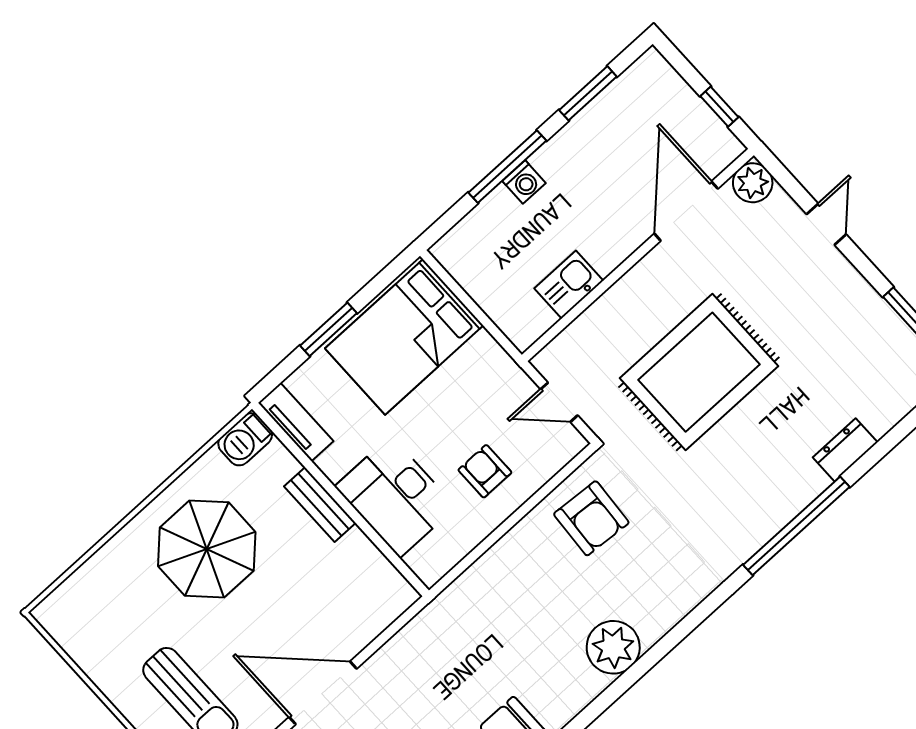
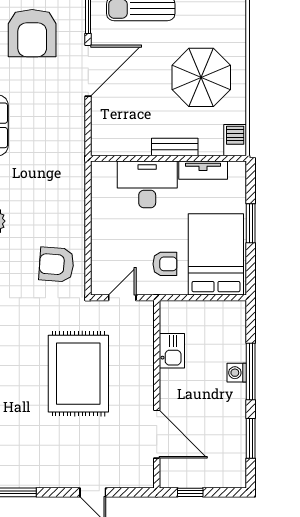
plant: (753, 183) -> (142, 476), removed
tv unit: (296, 422) -> (203, 170), moved
armchair: (485, 471) -> (165, 264), moved

